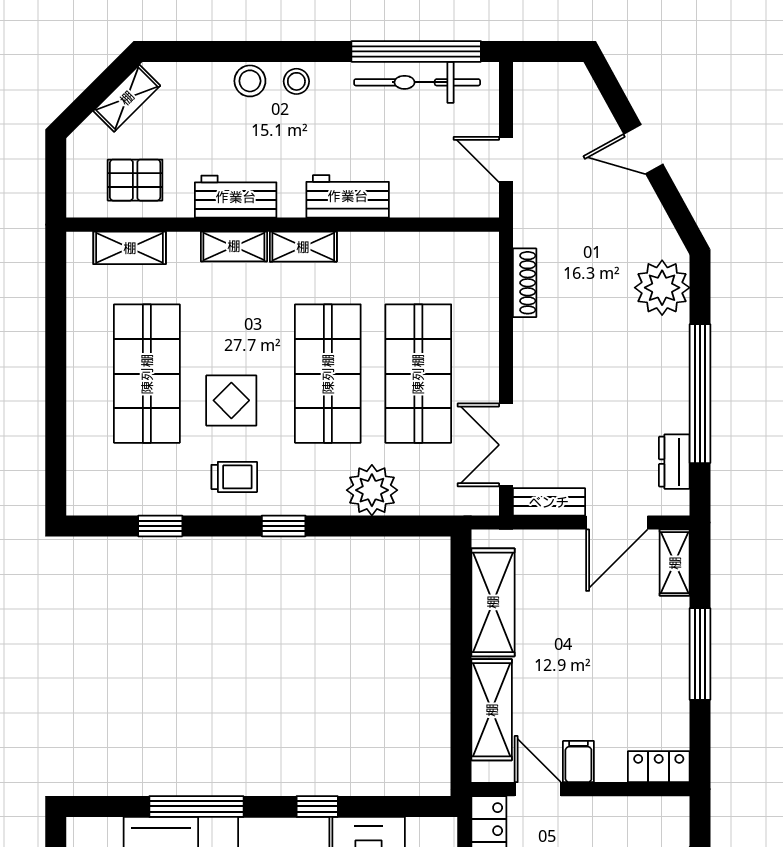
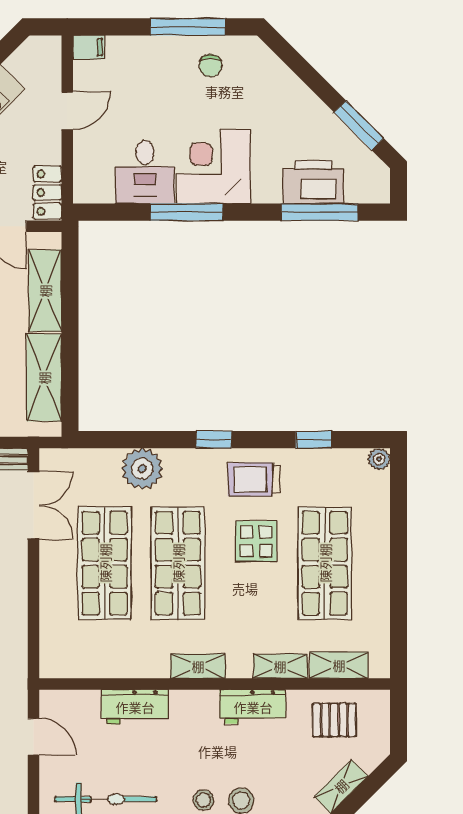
workbench: (348, 196) -> (135, 707), moved
shelving: (234, 246) -> (280, 666), moved
shoe rack: (525, 283) -> (18, 637), removed
trolley: (234, 477) -> (254, 479), width x1.36, depth x1.39
plant: (80, 502) -> (379, 459), added
window: (196, 806) -> (320, 212), moved
window: (317, 806) -> (187, 212), width x2.17

